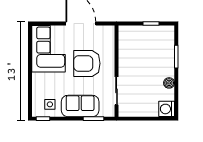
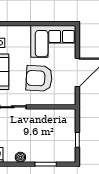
armchair: (87, 63) -> (39, 78), turned -87

